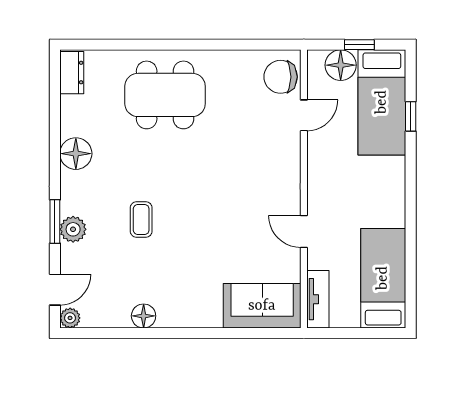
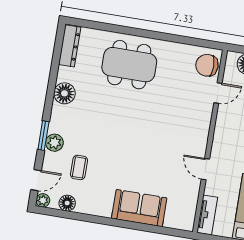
dresser: (72, 73) -> (70, 46), width x1.44
coffee table: (141, 219) -> (79, 167), moved
sofa: (262, 306) -> (139, 208), moved
floor lamp: (144, 316) -> (67, 203), moved

